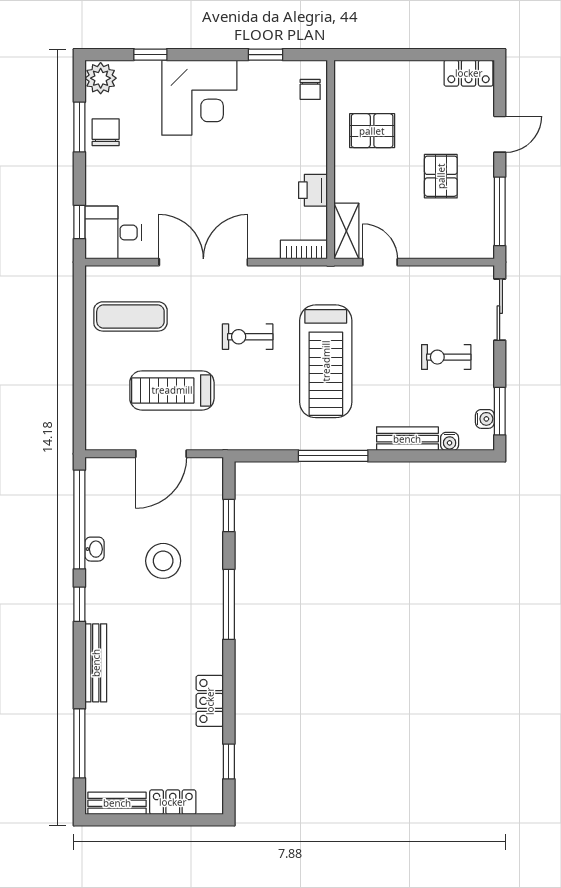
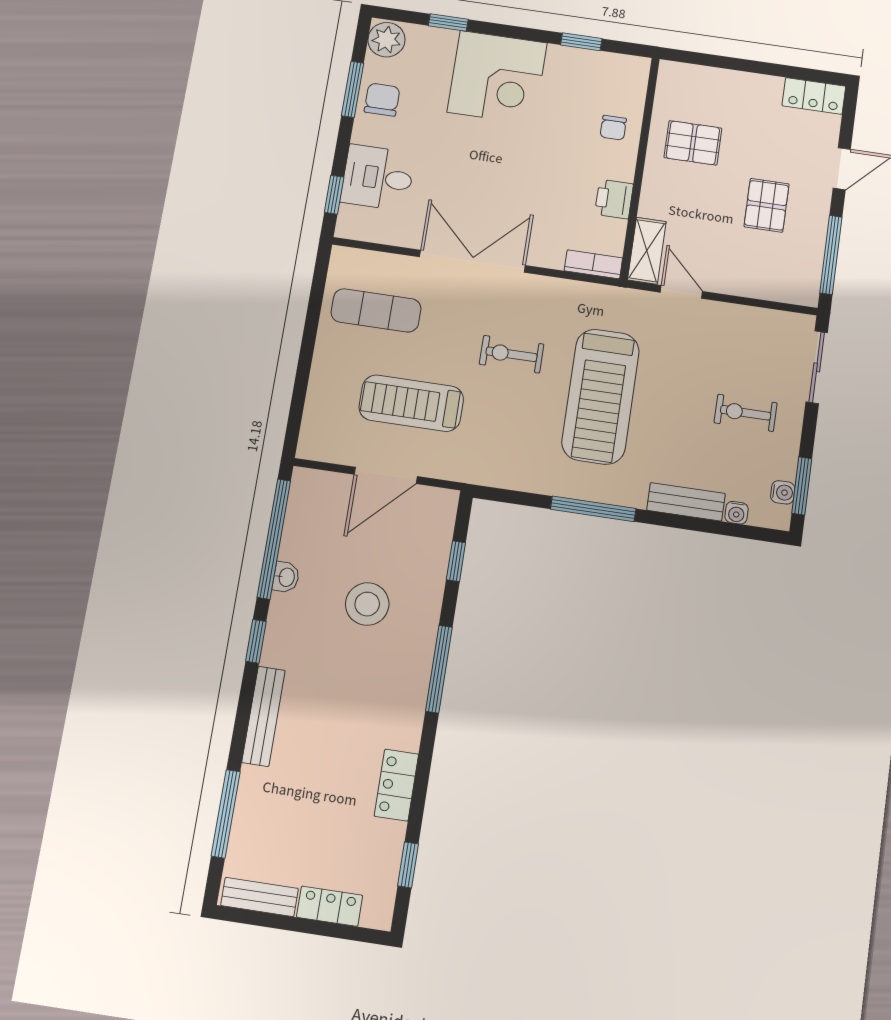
chair: (310, 89) -> (613, 128), moved
desk: (113, 233) -> (378, 178), moved

